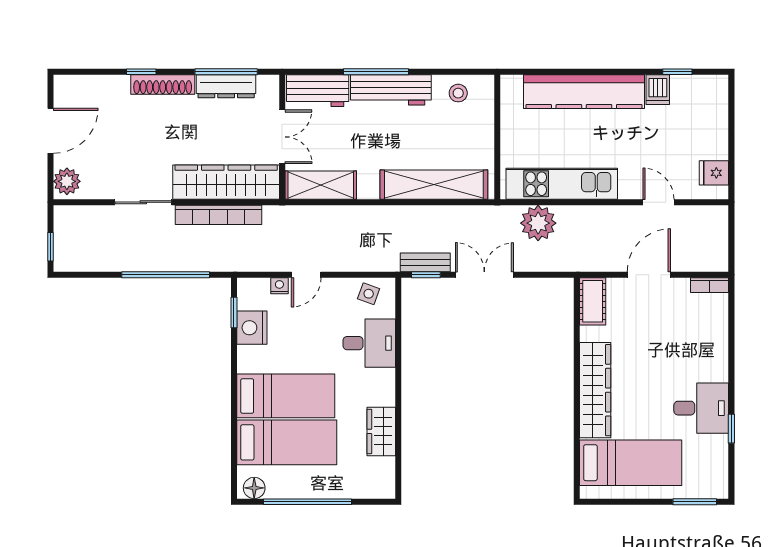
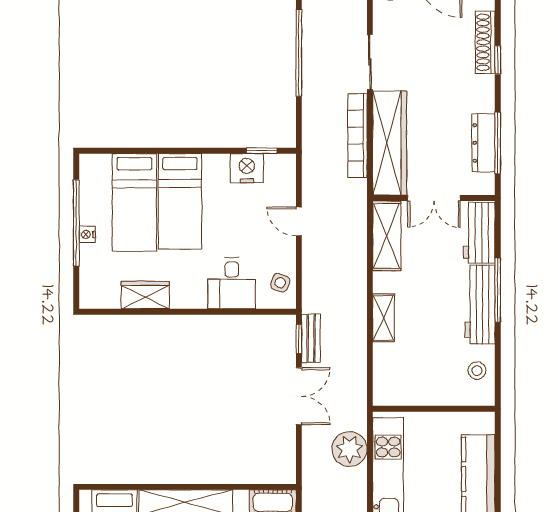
shoe rack: (163, 85) -> (485, 42), moved
shelving: (434, 185) -> (384, 318), width x0.45, depth x0.75
window: (166, 275) -> (299, 53), moved
nightstand: (279, 286) -> (87, 234), moved, turned 180
floor lamp: (254, 488) -> (90, 170), removed

